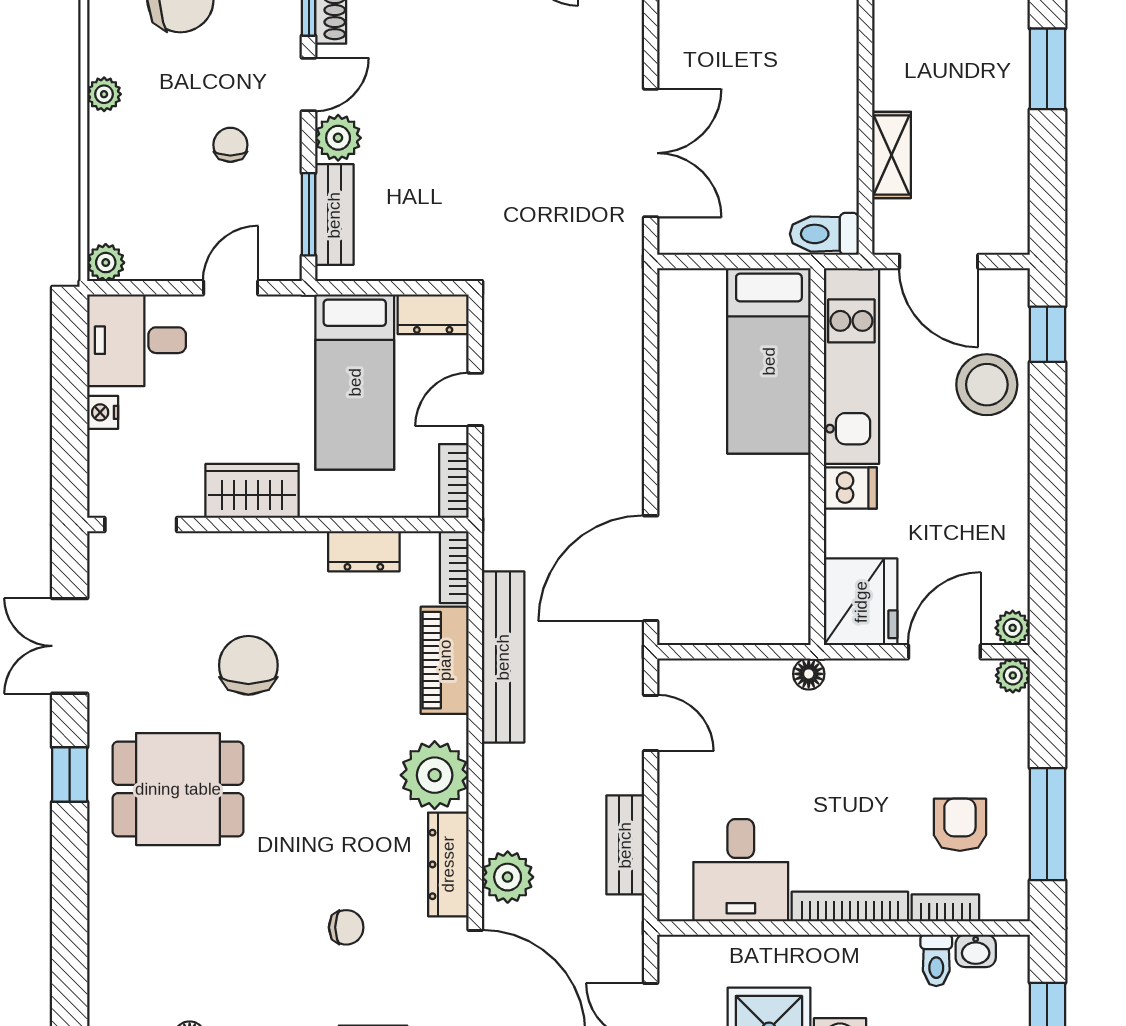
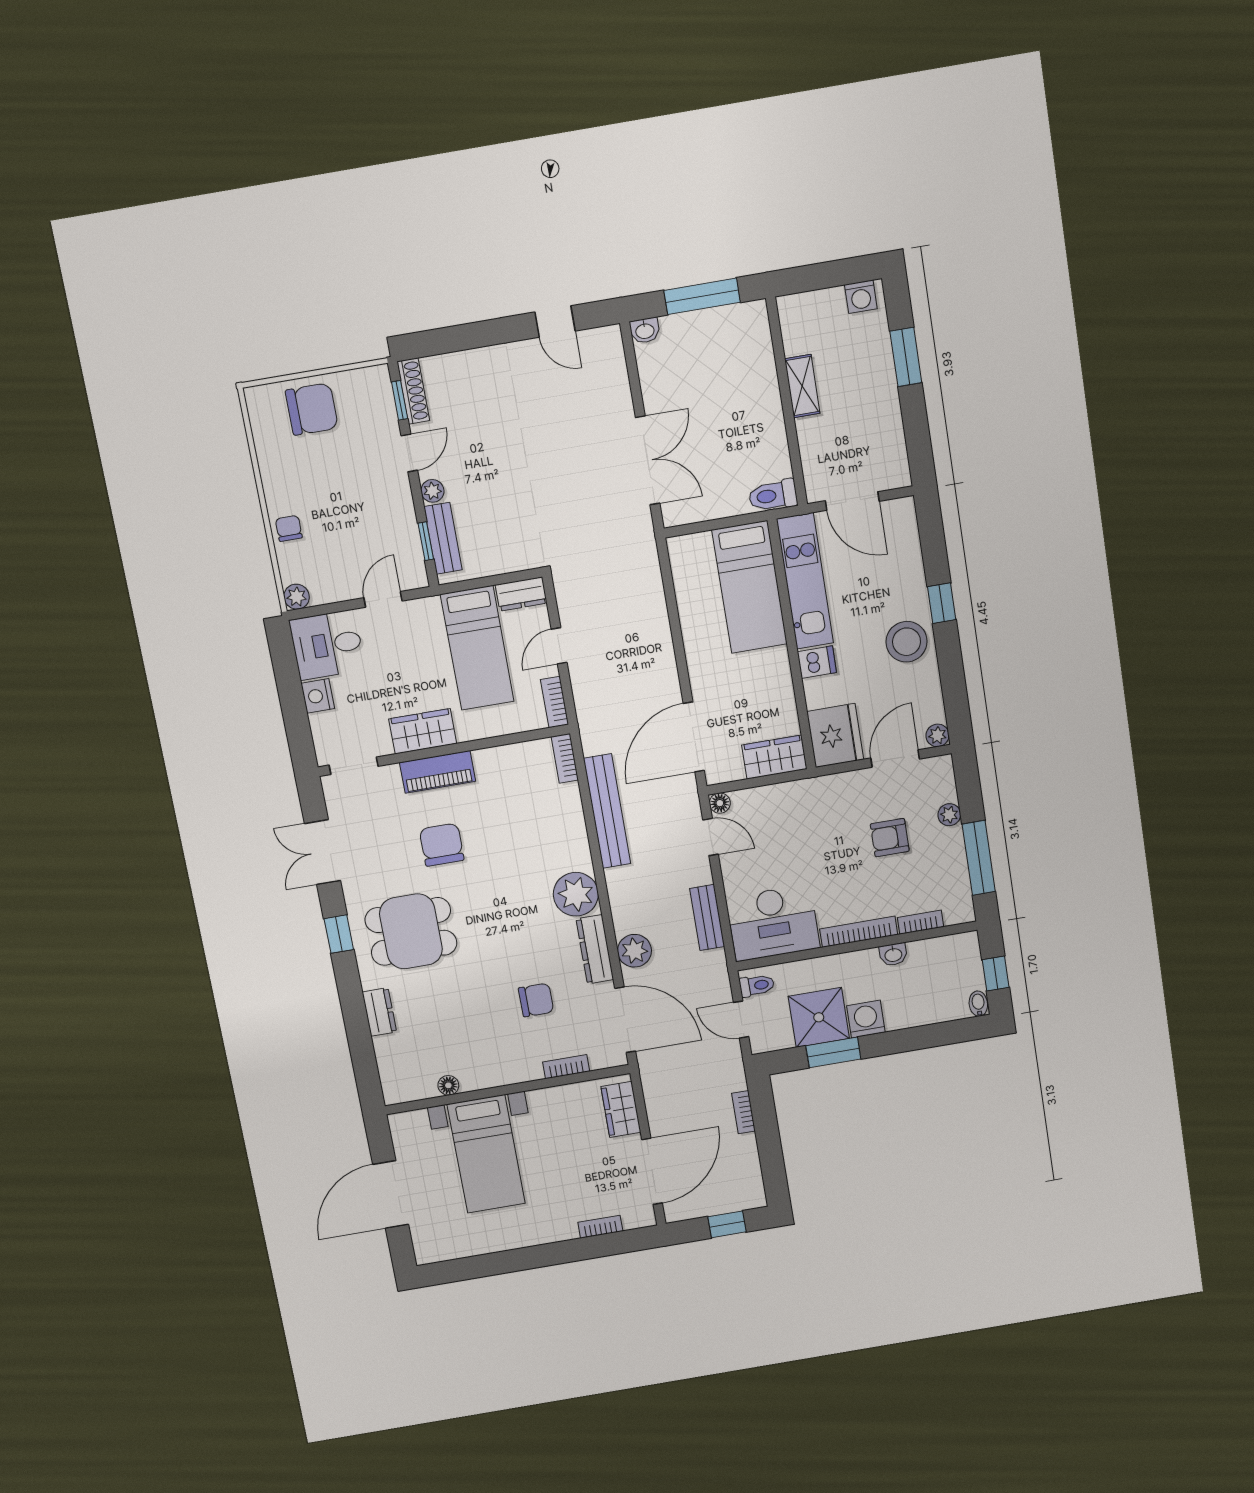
plant: (104, 94) -> (273, 483), removed
plant: (338, 138) -> (432, 491), width x0.73, depth x0.73
chair: (230, 145) -> (289, 528), moved
shelving: (891, 155) -> (802, 386), moved
window: (309, 214) -> (426, 541), width x0.67
window: (1047, 334) -> (942, 603), moved
stool: (987, 385) -> (907, 642), moved
nightstand: (103, 412) -> (318, 696), width x1.39, depth x1.35
dresser: (364, 551) -> (379, 1012), moved, turned -90
wardrobe: (765, 619) -> (774, 757), added
piano: (445, 660) -> (438, 772), moved, turned -90
floor lamp: (809, 674) -> (720, 803), moved
plant: (1013, 675) -> (949, 815), moved
armchair: (960, 825) -> (890, 838), moved, turned -90
desk: (741, 870) -> (773, 923), width x1.37
chair: (346, 927) -> (536, 1000), width x1.37, depth x1.37
washbasin: (976, 951) -> (893, 954), moved
toilet: (936, 960) -> (757, 985), moved, turned -90

